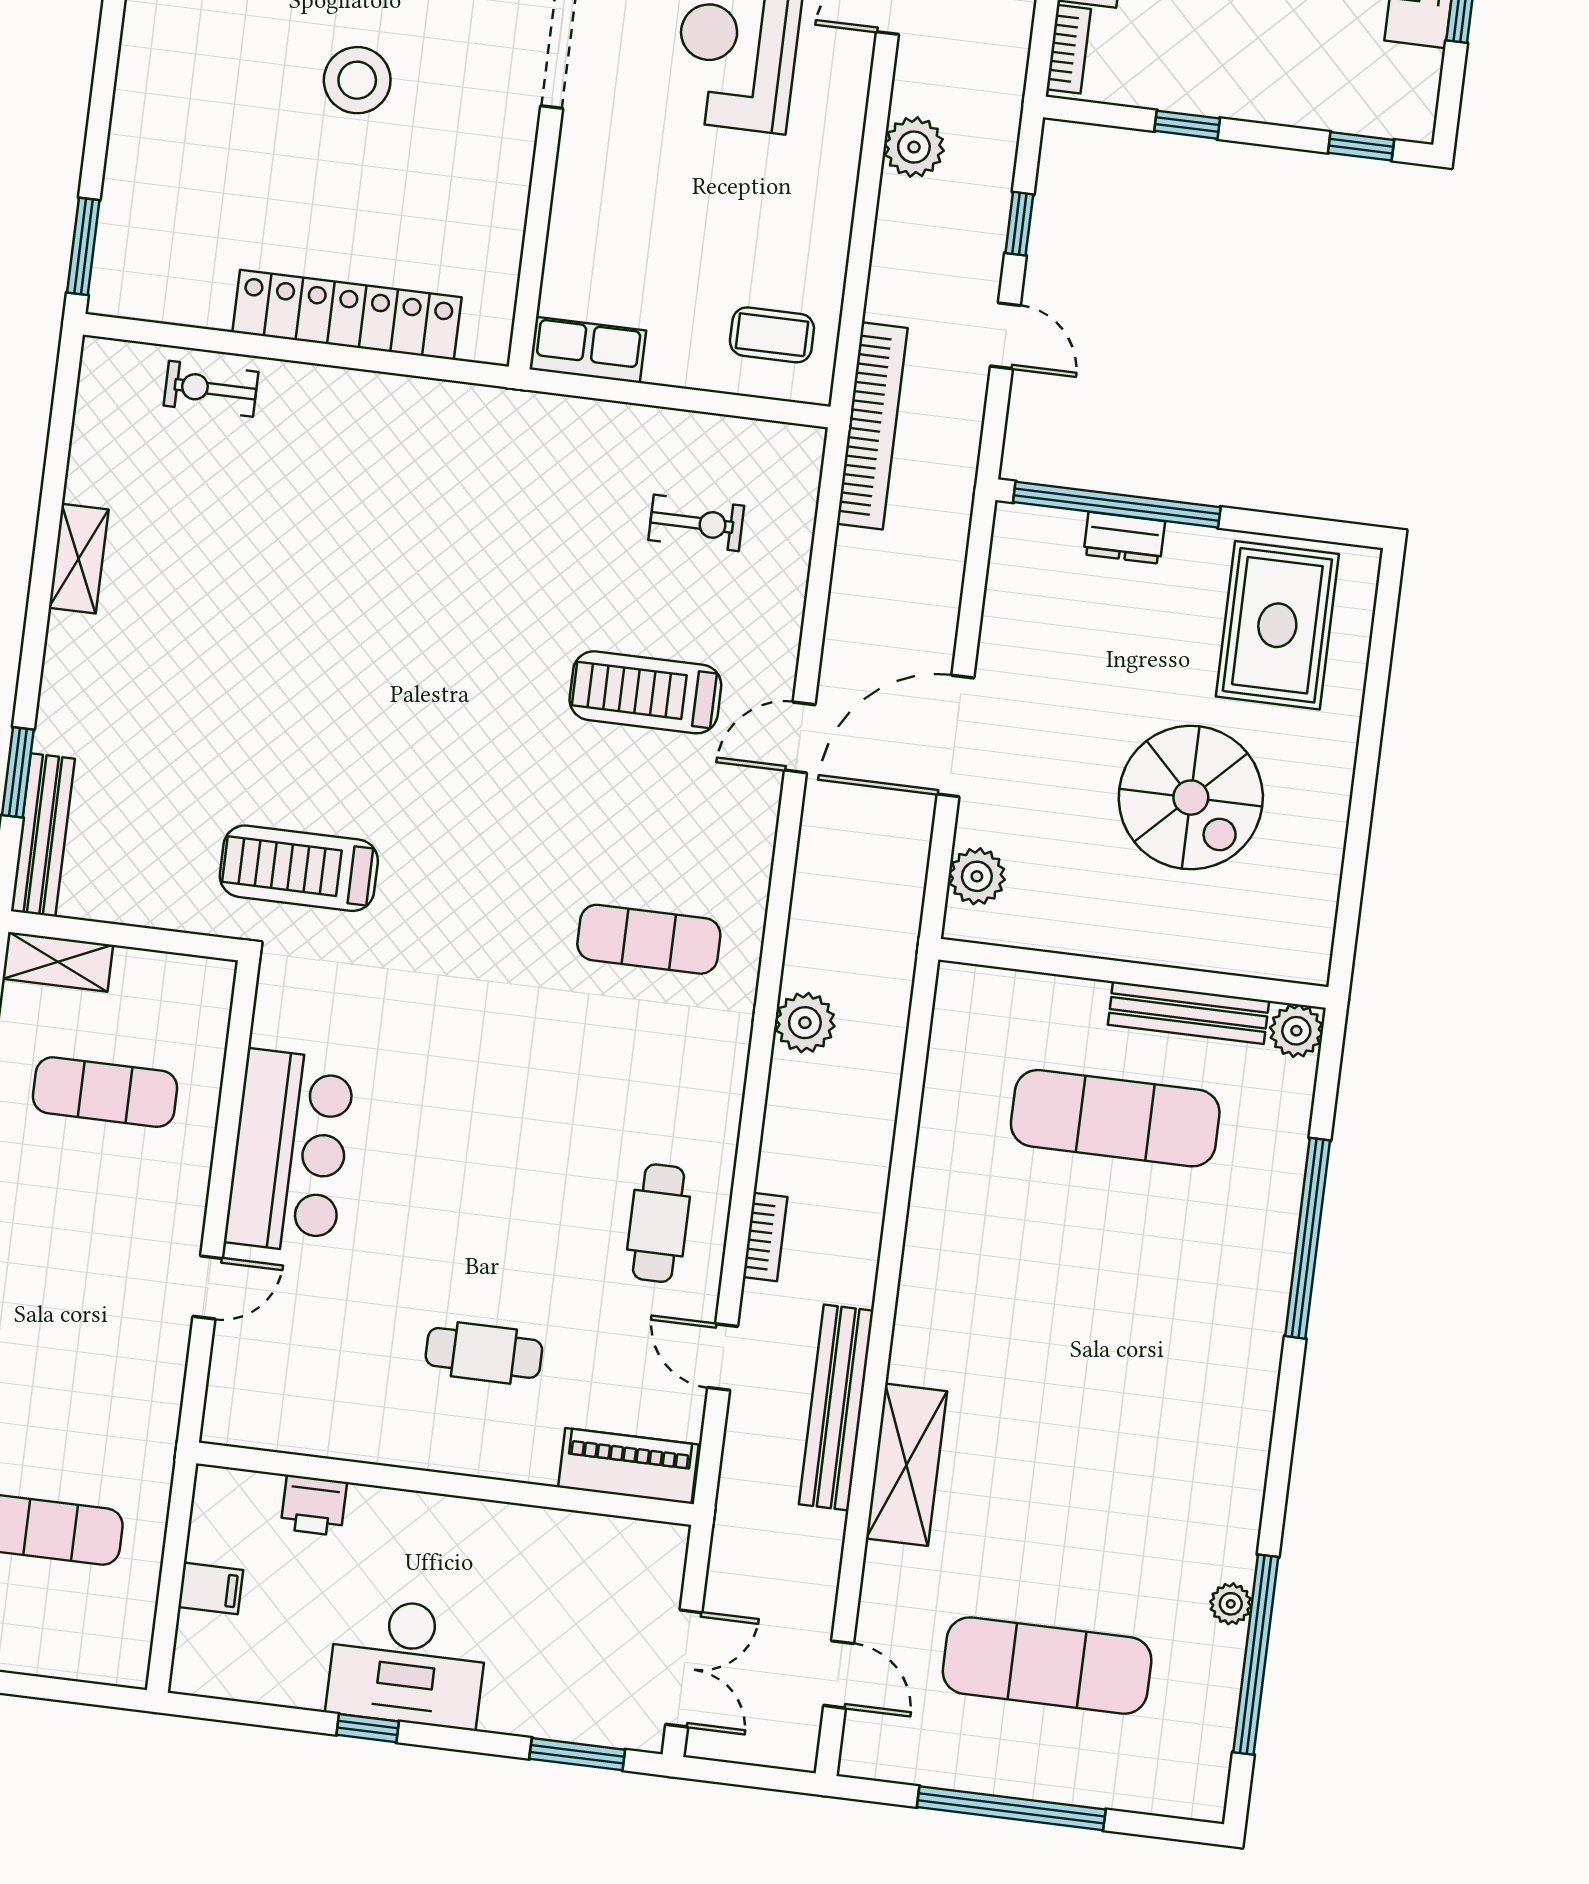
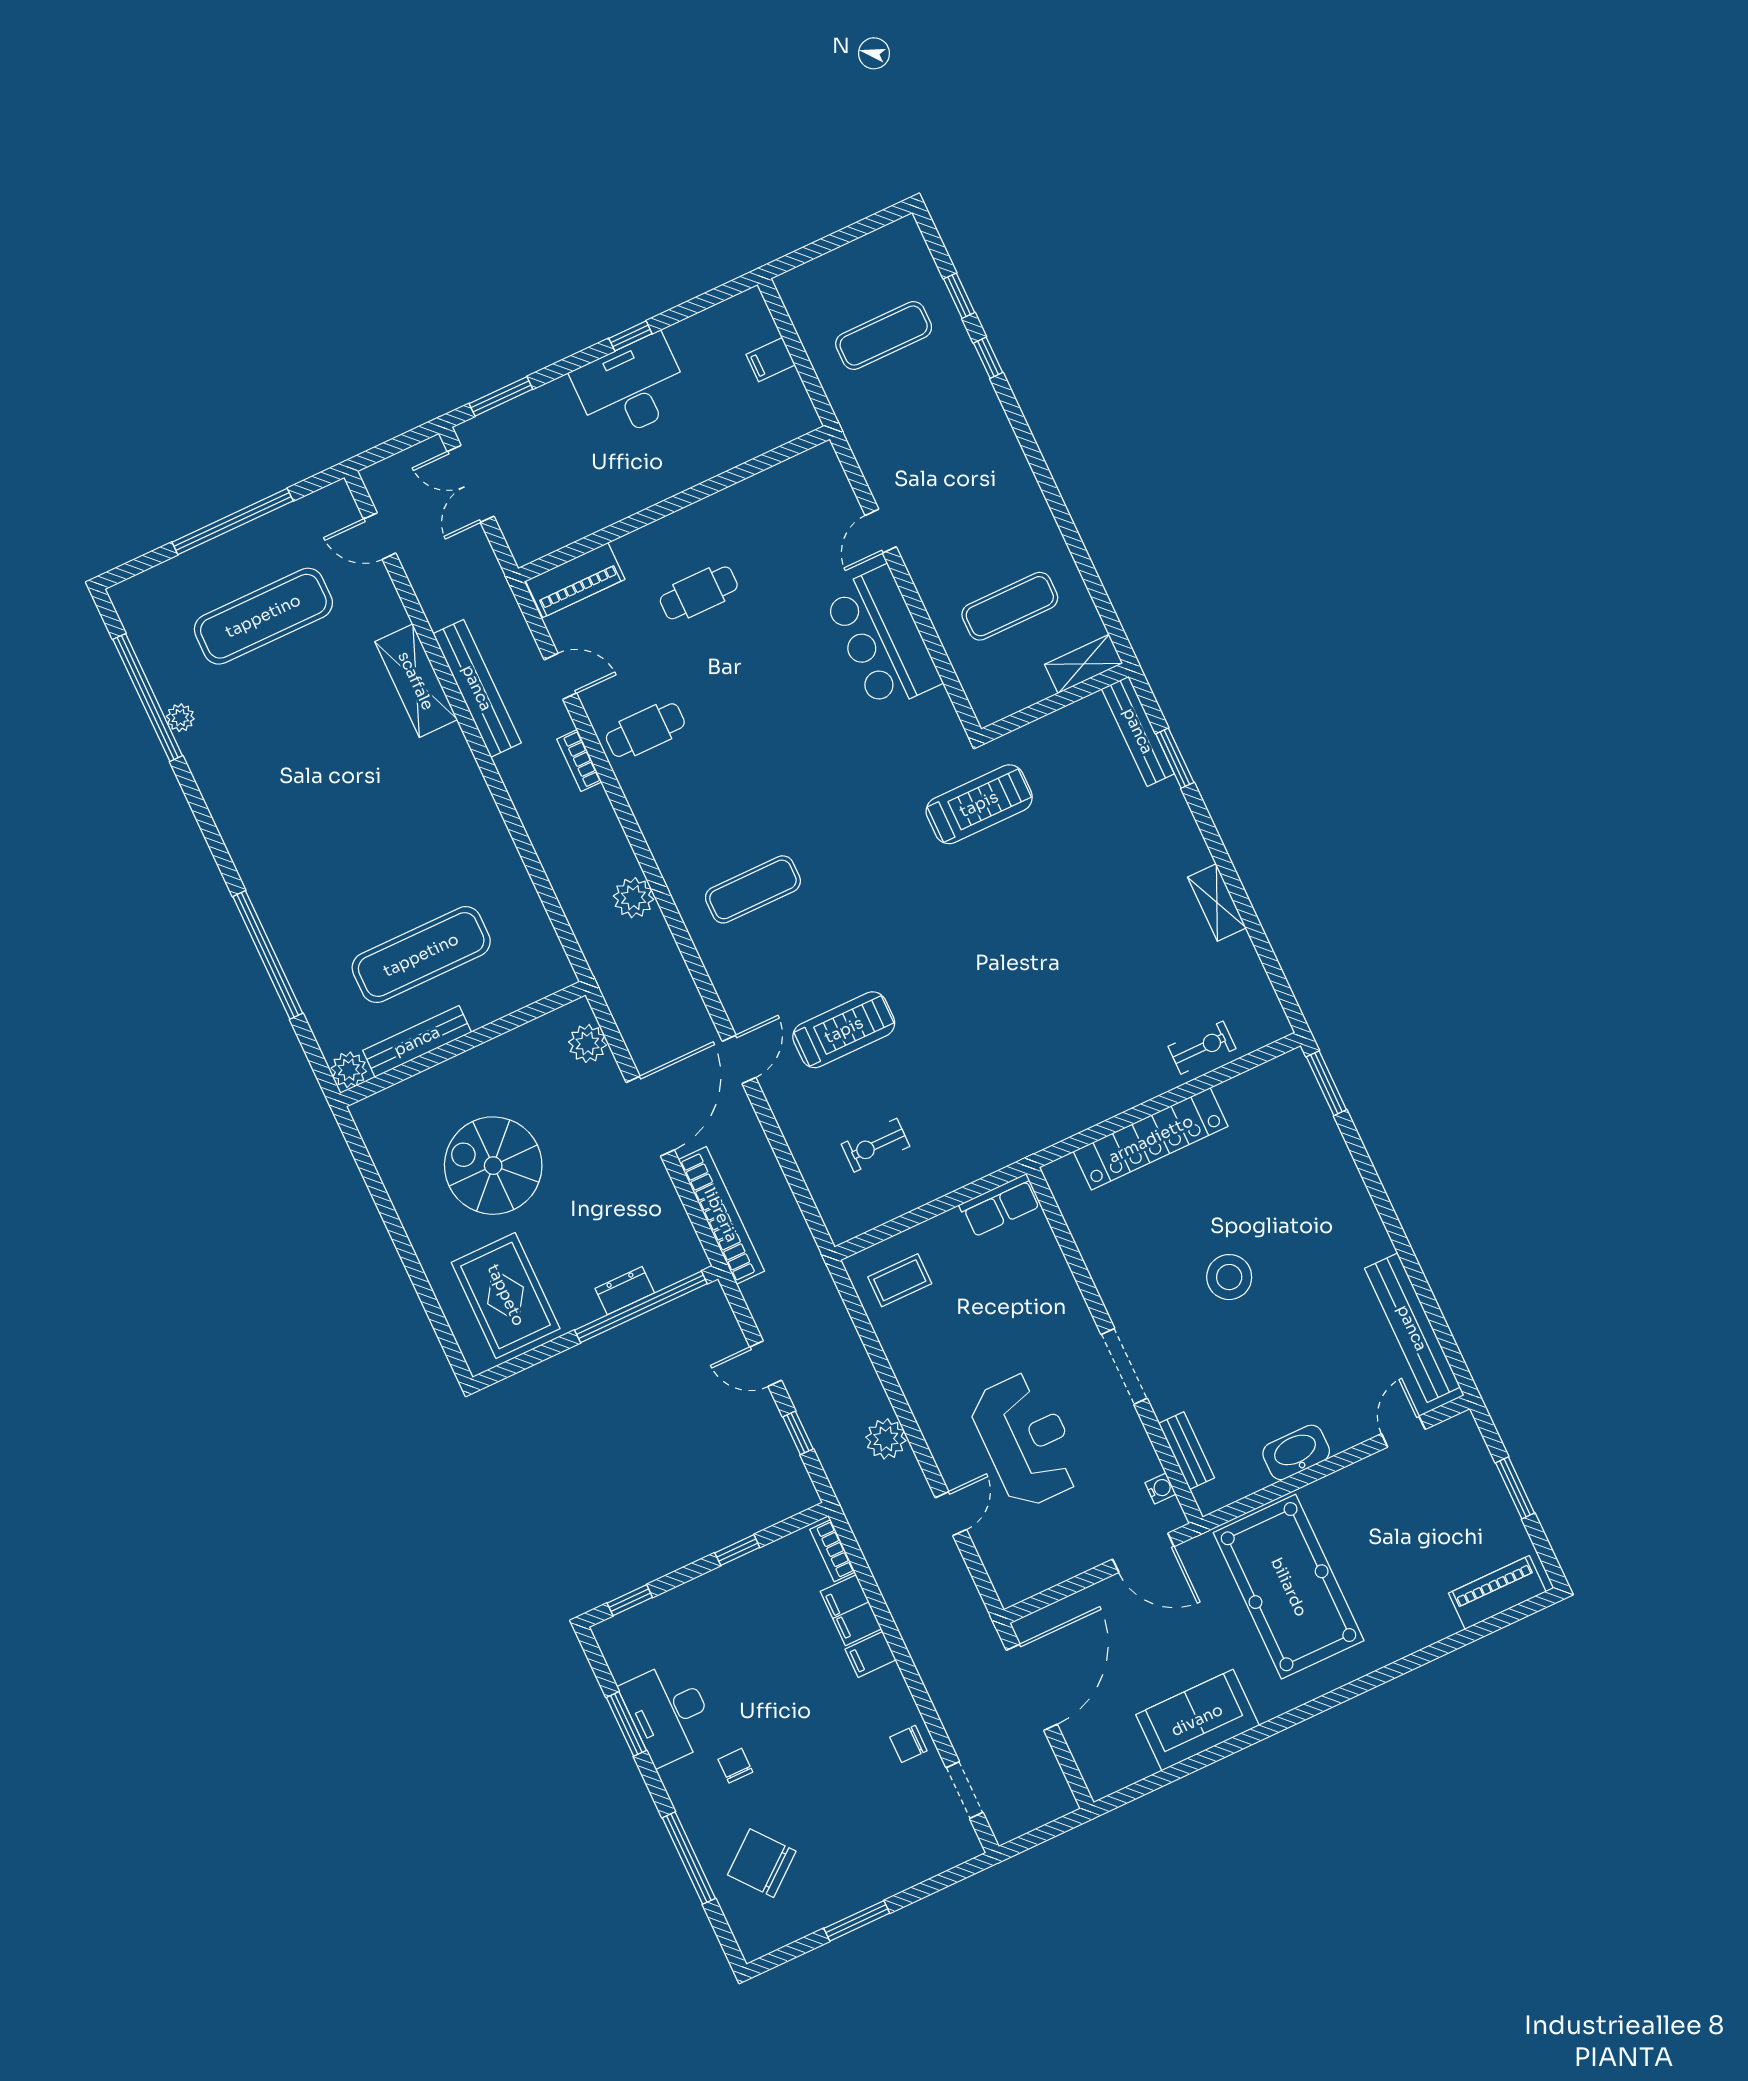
bookcase: (872, 426) -> (721, 1215), moved, turned 180
cafe table: (658, 1223) -> (645, 730), turned 90
printer: (314, 1505) -> (742, 444), removed

